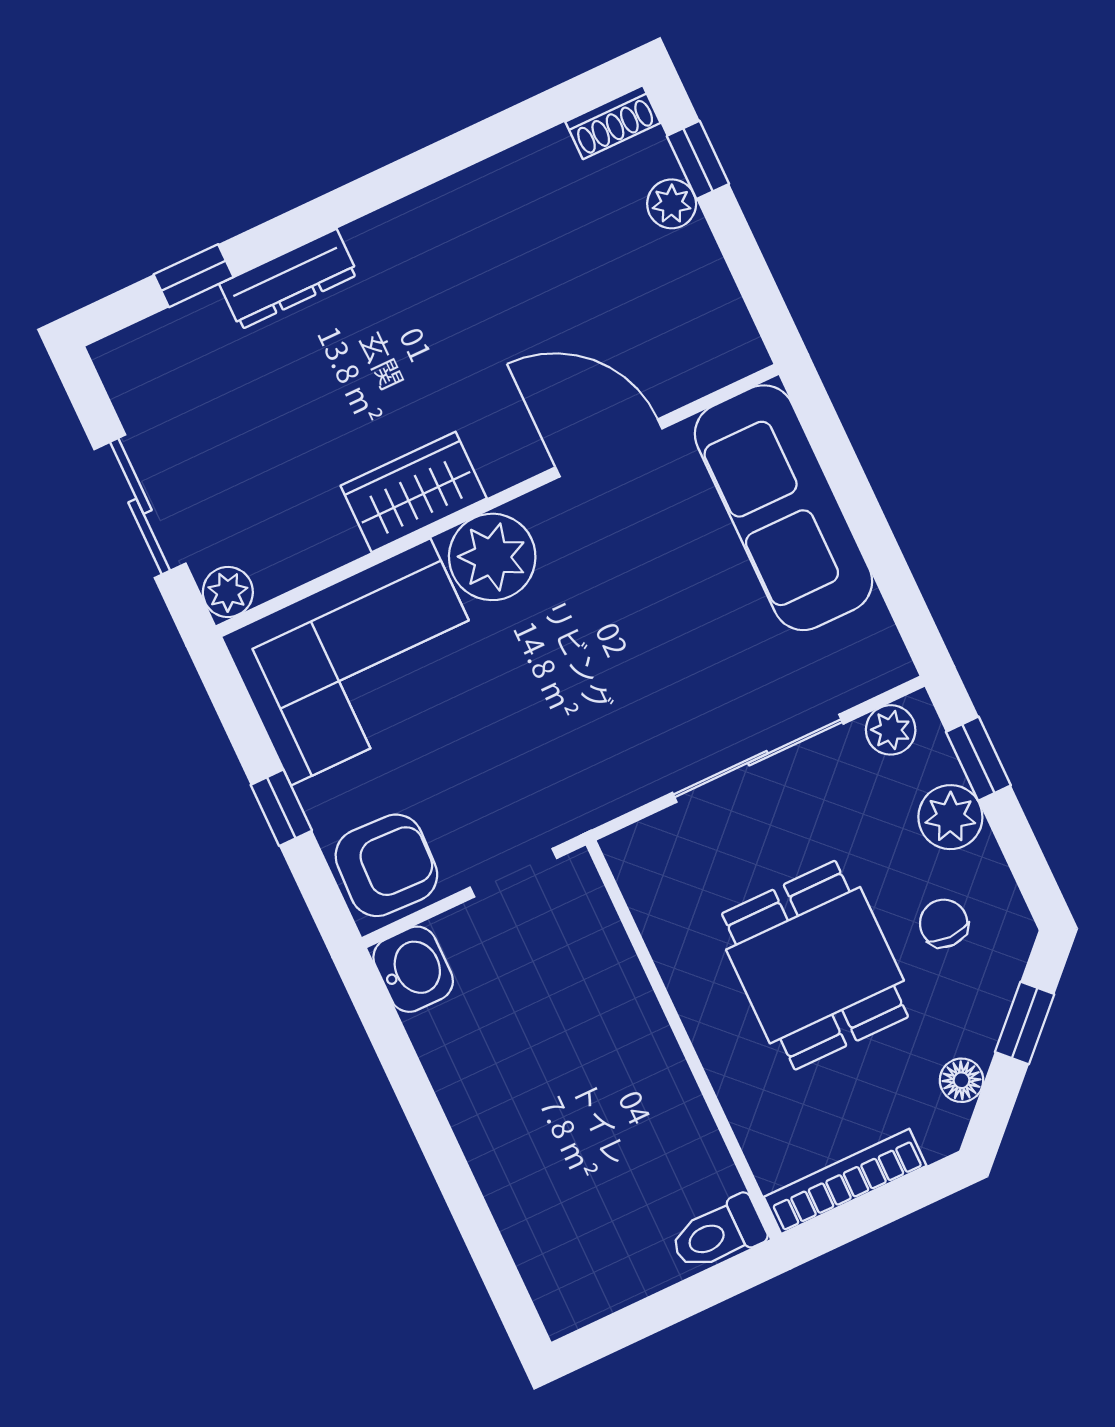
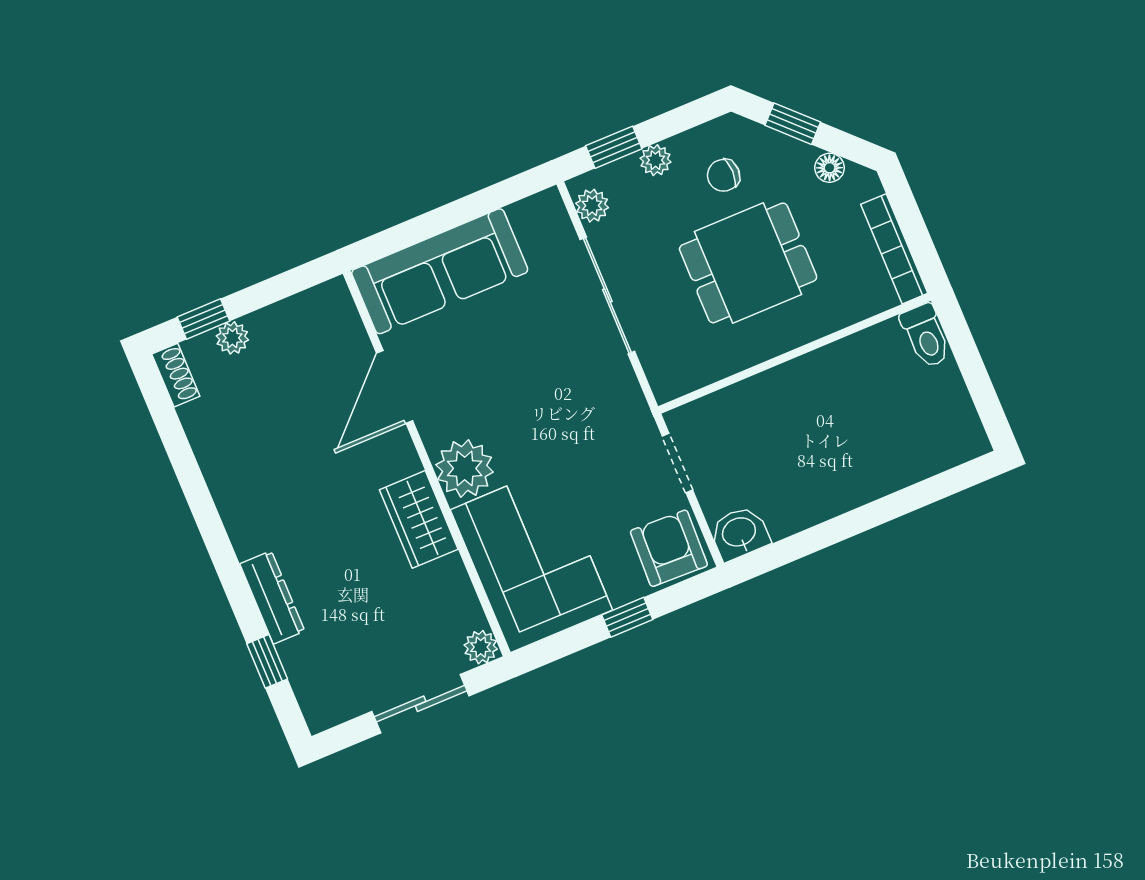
plant: (950, 817) -> (655, 160), width x0.73, depth x0.73

